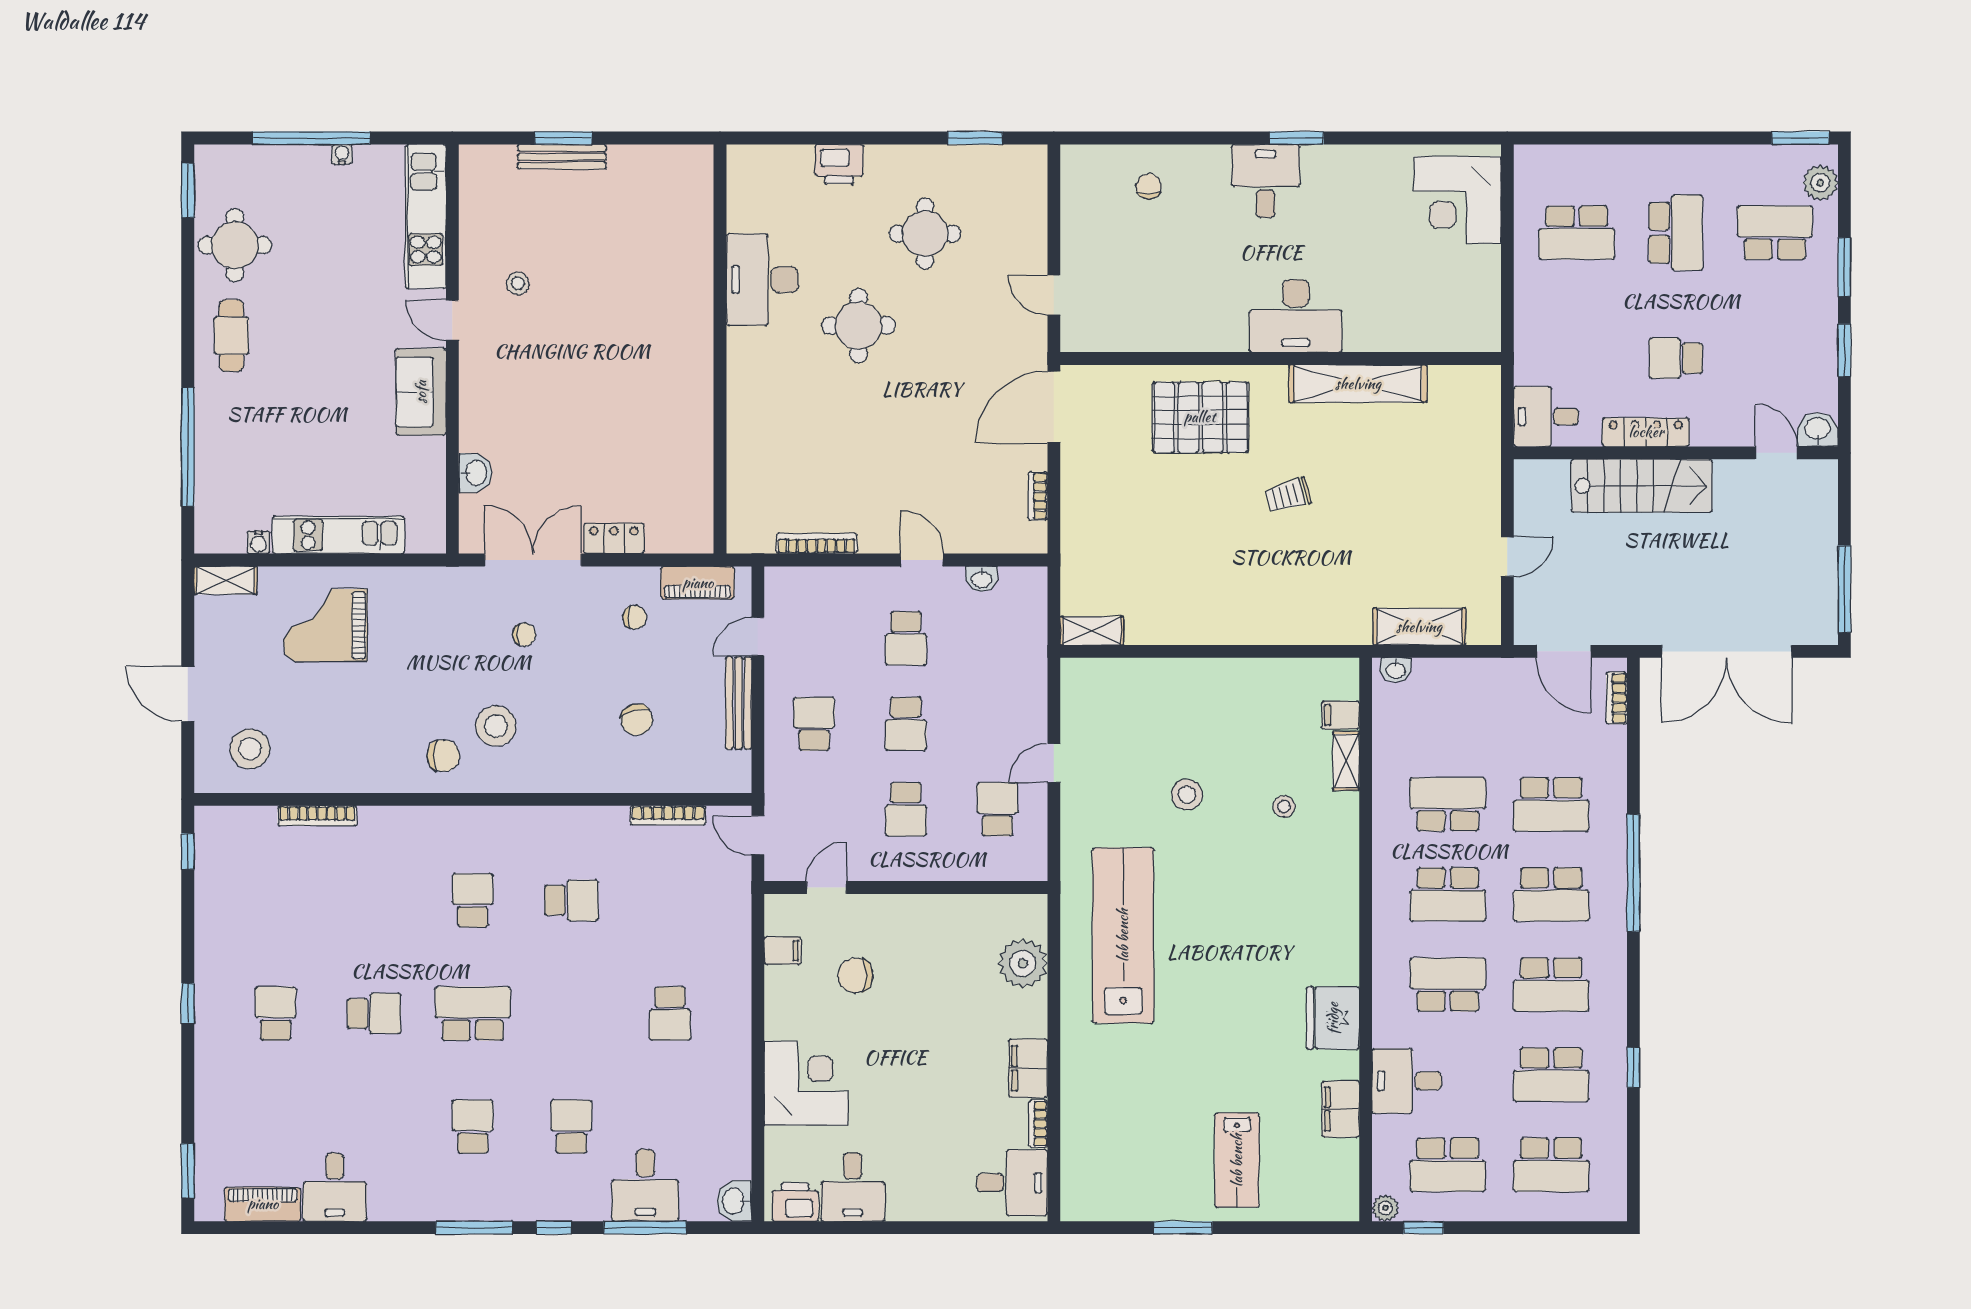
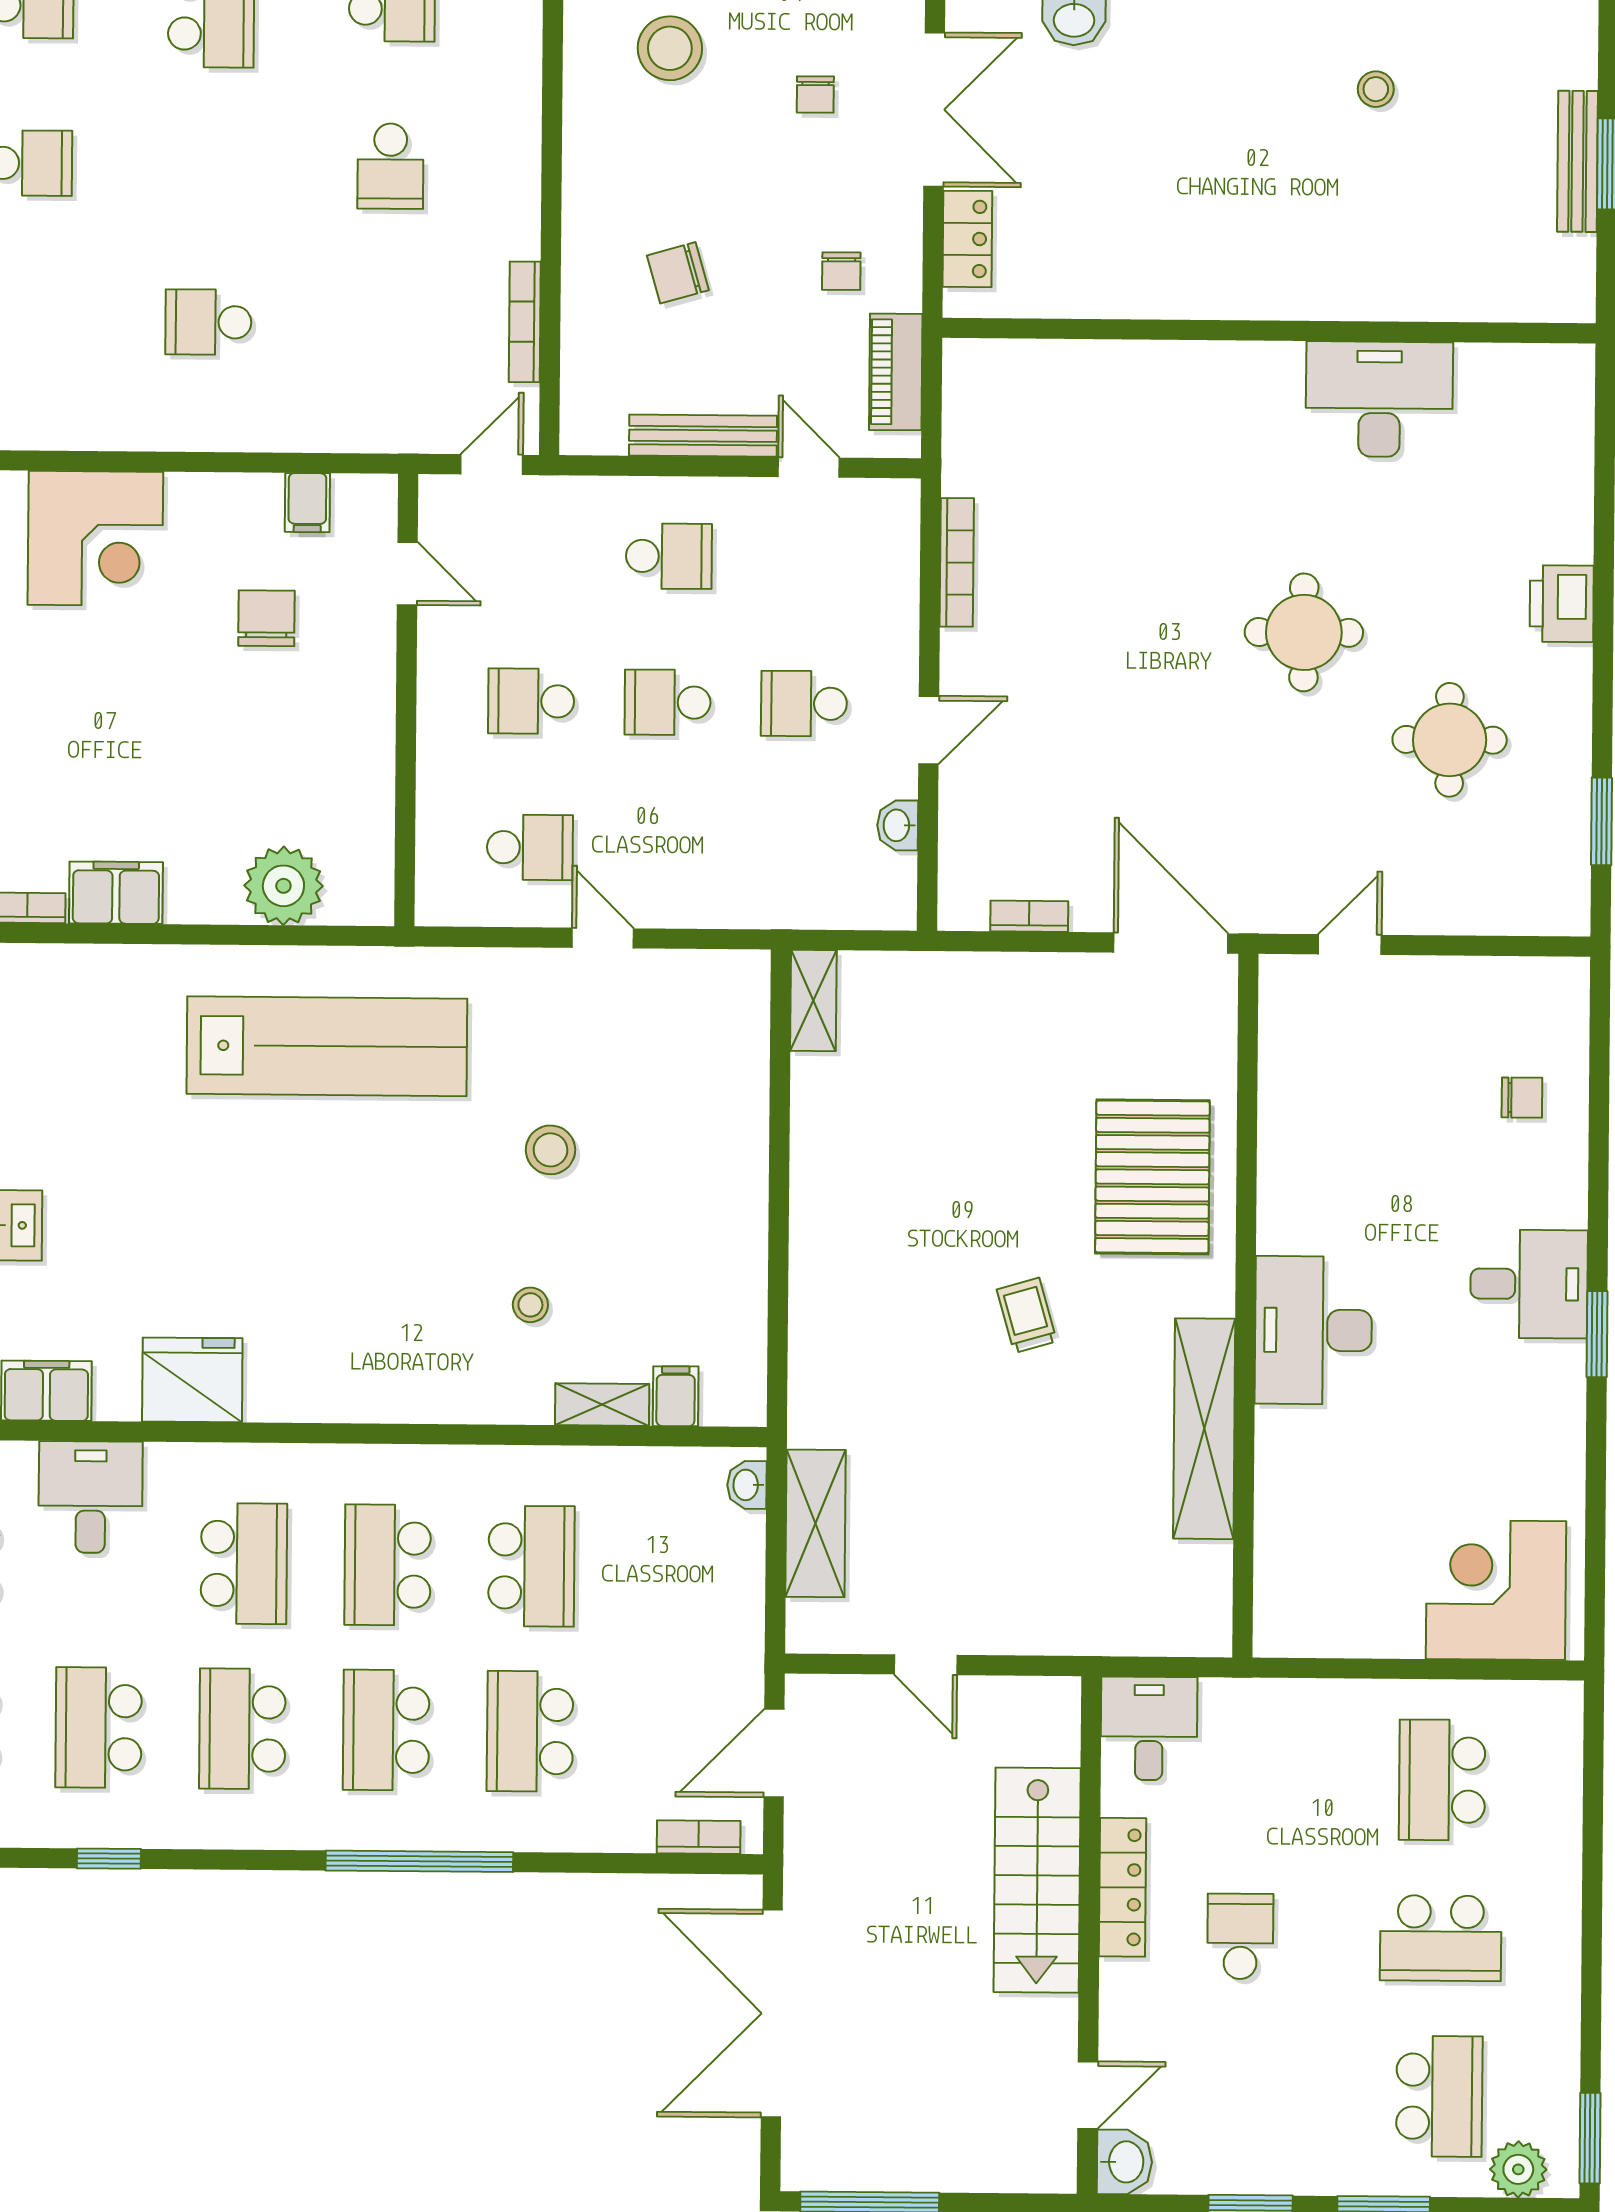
desk: (762, 280) -> (1379, 399), moved
wall: (720, 349) -> (1269, 331), moved

